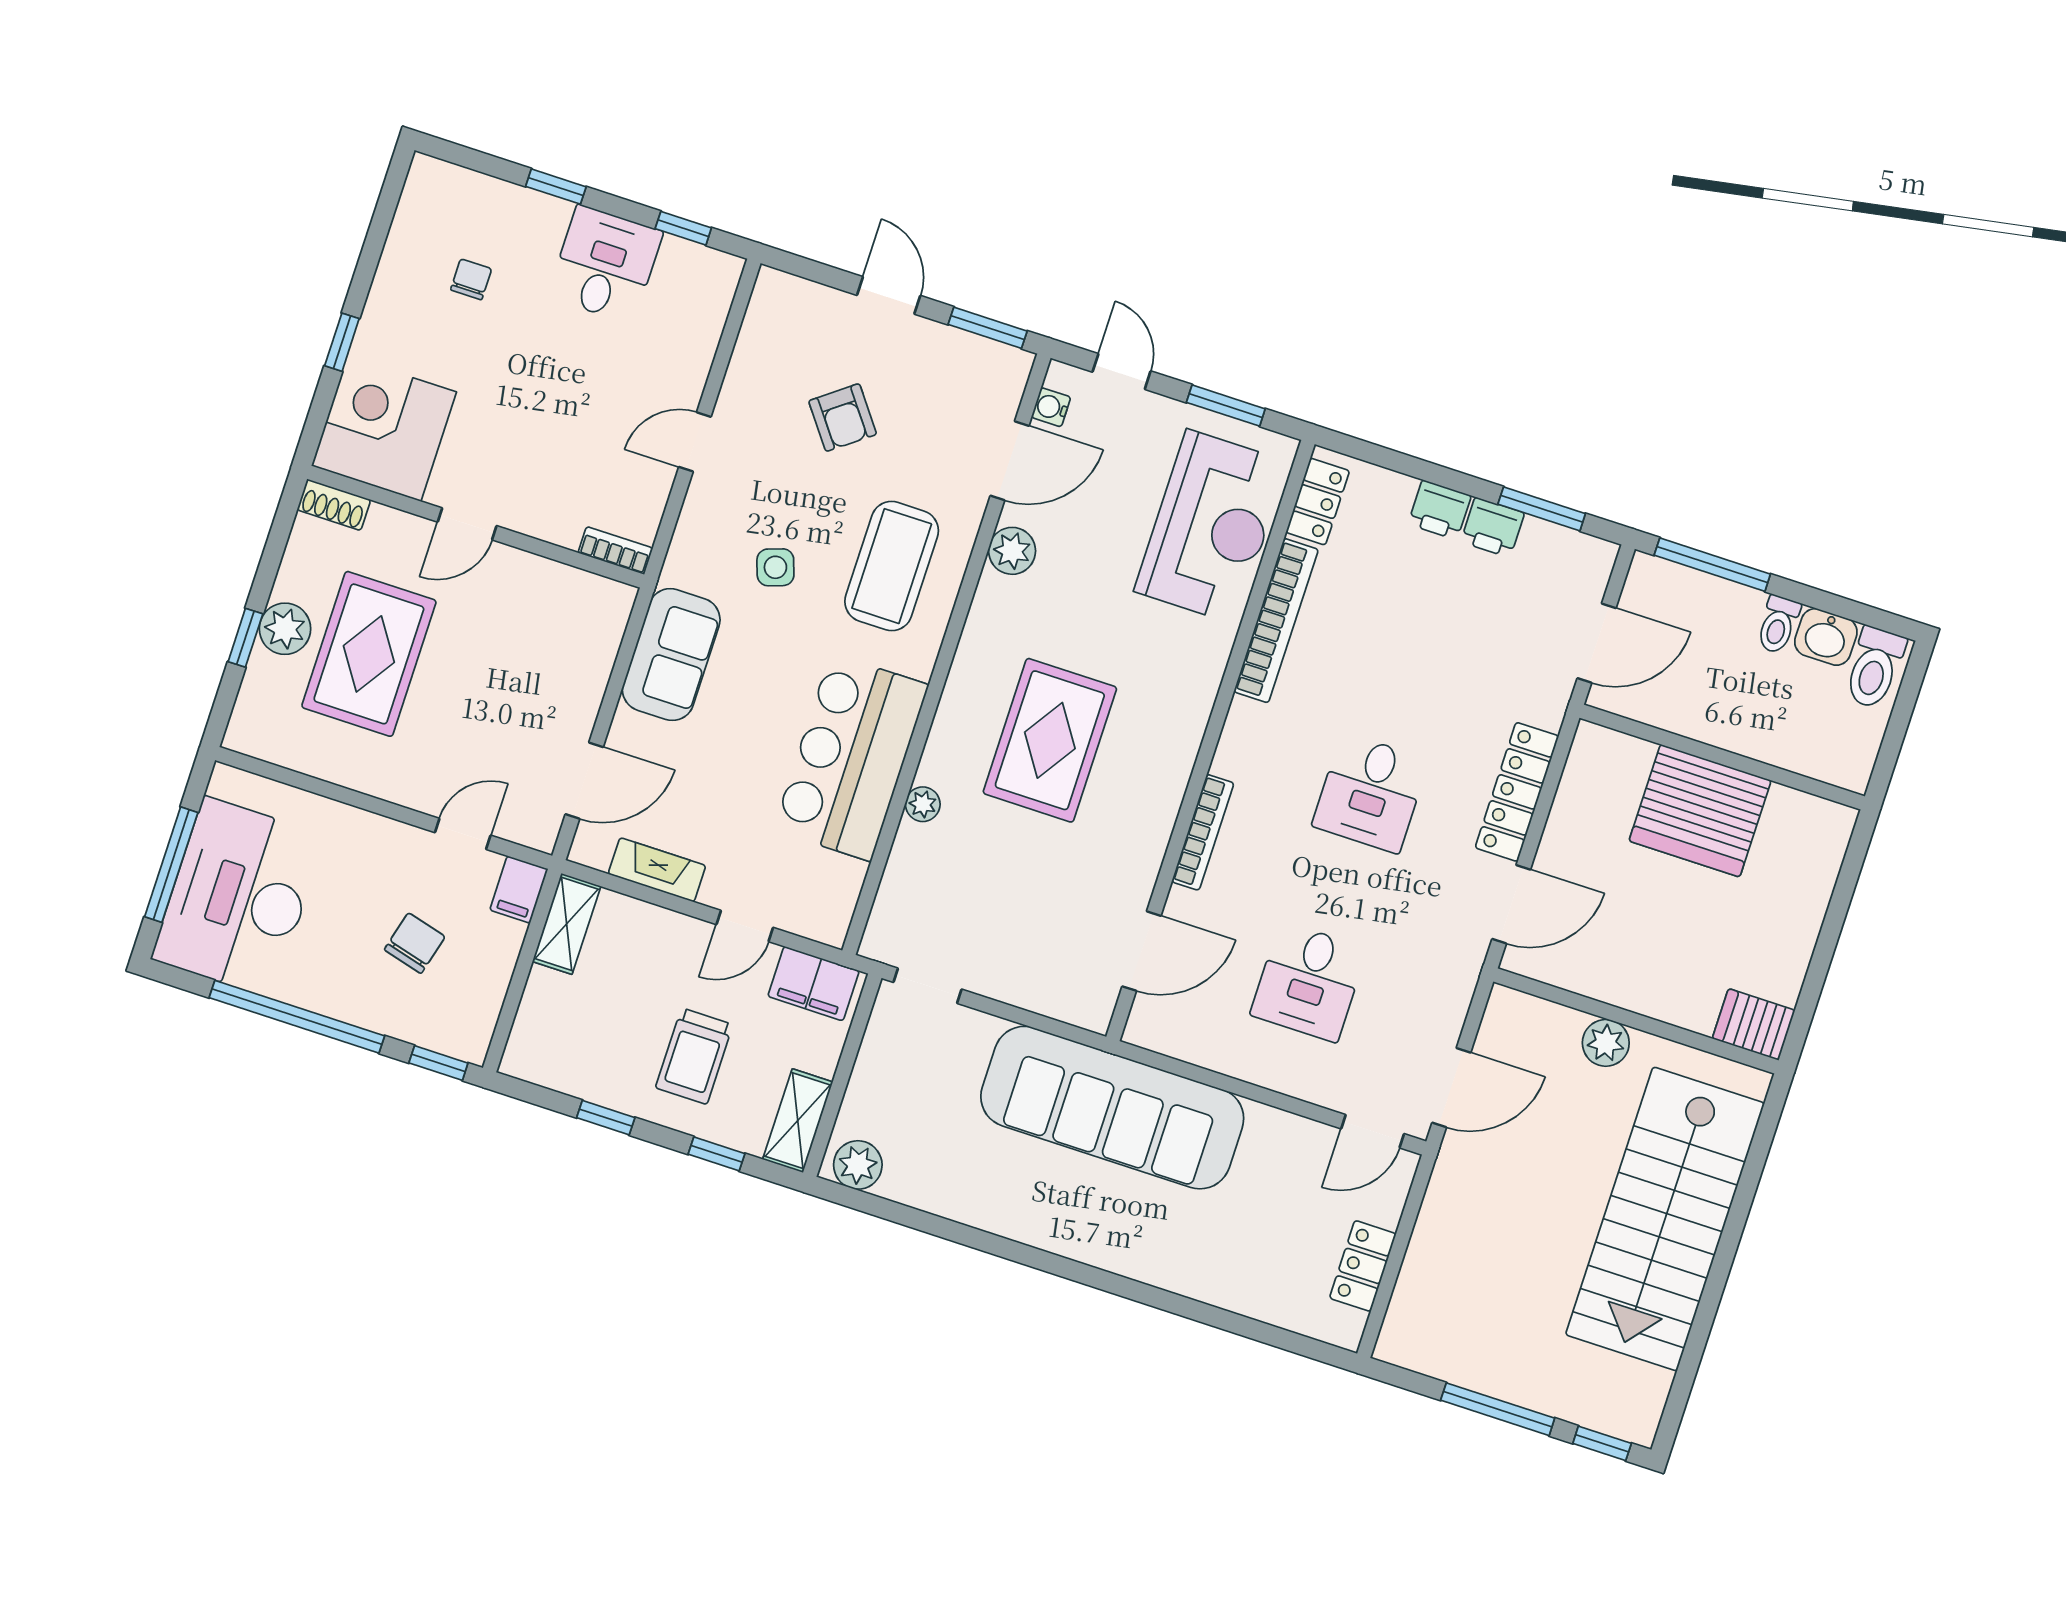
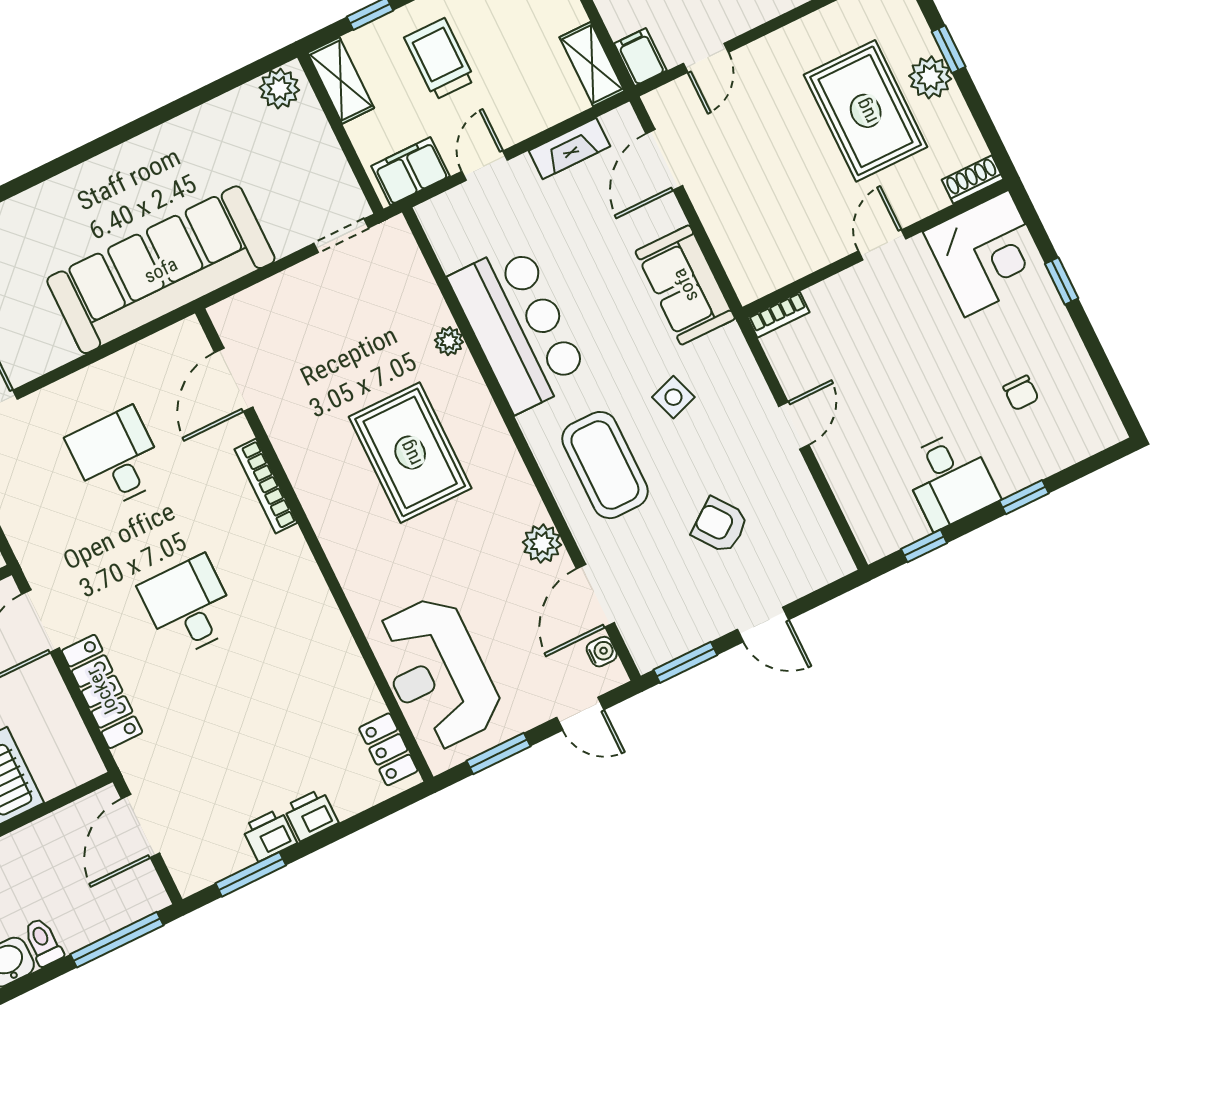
bookcase: (1276, 621) -> (344, 654), removed

